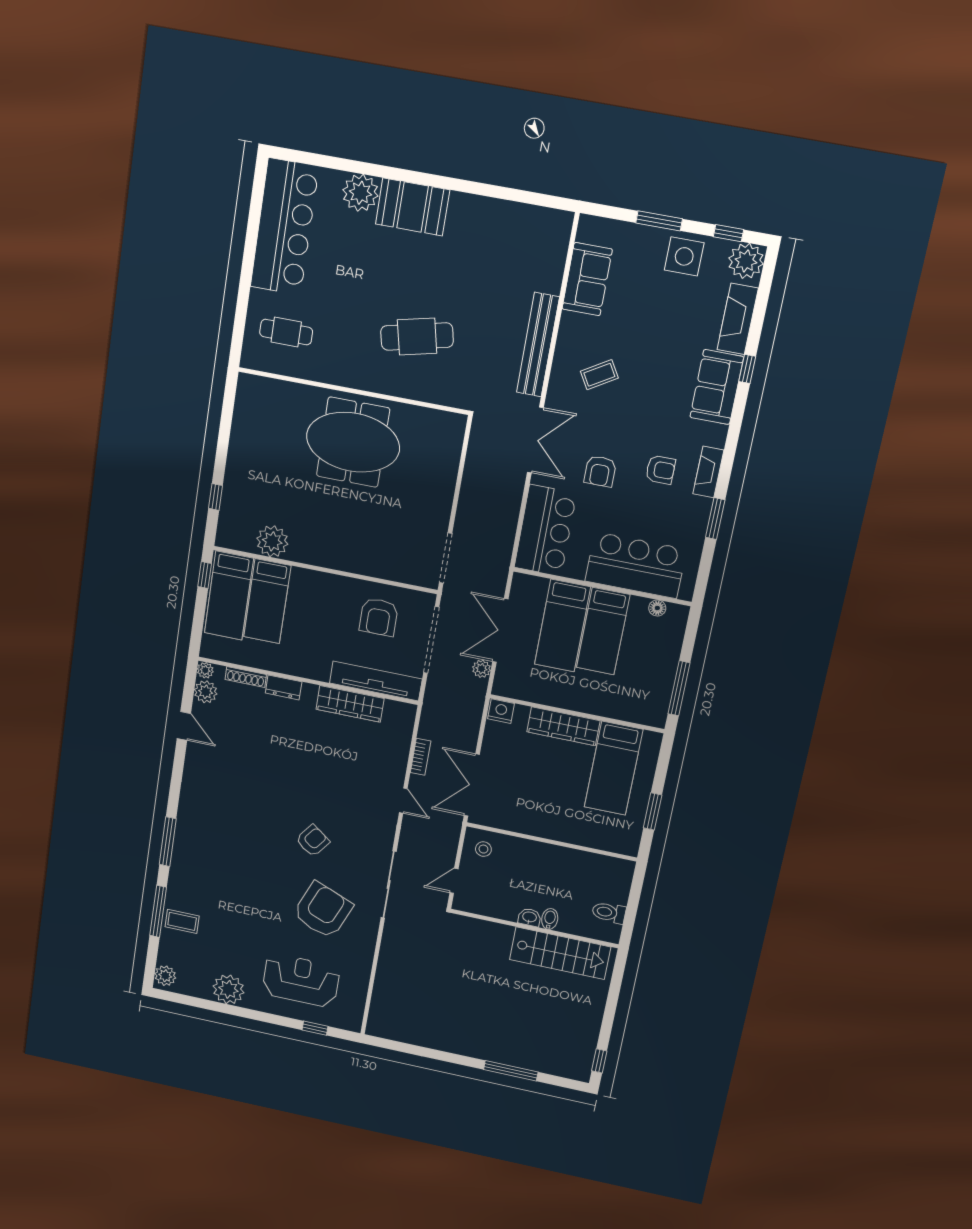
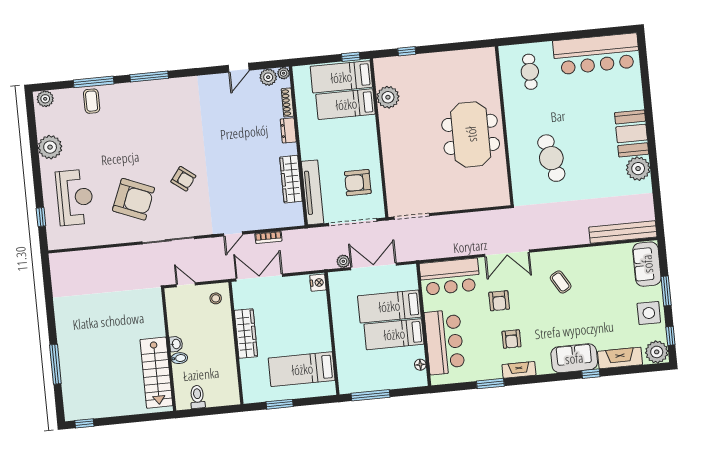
plant: (360, 193) -> (638, 169), moved
sofa: (587, 279) -> (647, 264), moved, turned 90
bench: (538, 345) -> (623, 232), moved
armchair: (600, 471) -> (499, 301), turned -90
wardrobe: (563, 726) -> (246, 333), moved, turned 180

